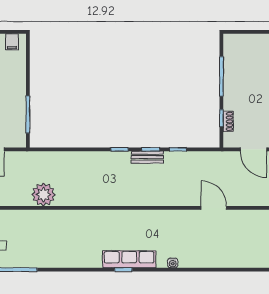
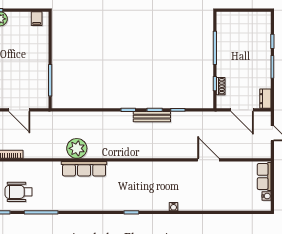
bench: (147, 157) -> (152, 117), width x1.36
plant: (43, 194) -> (77, 148), moved
row of seats: (129, 259) -> (84, 169), moved, turned 180

